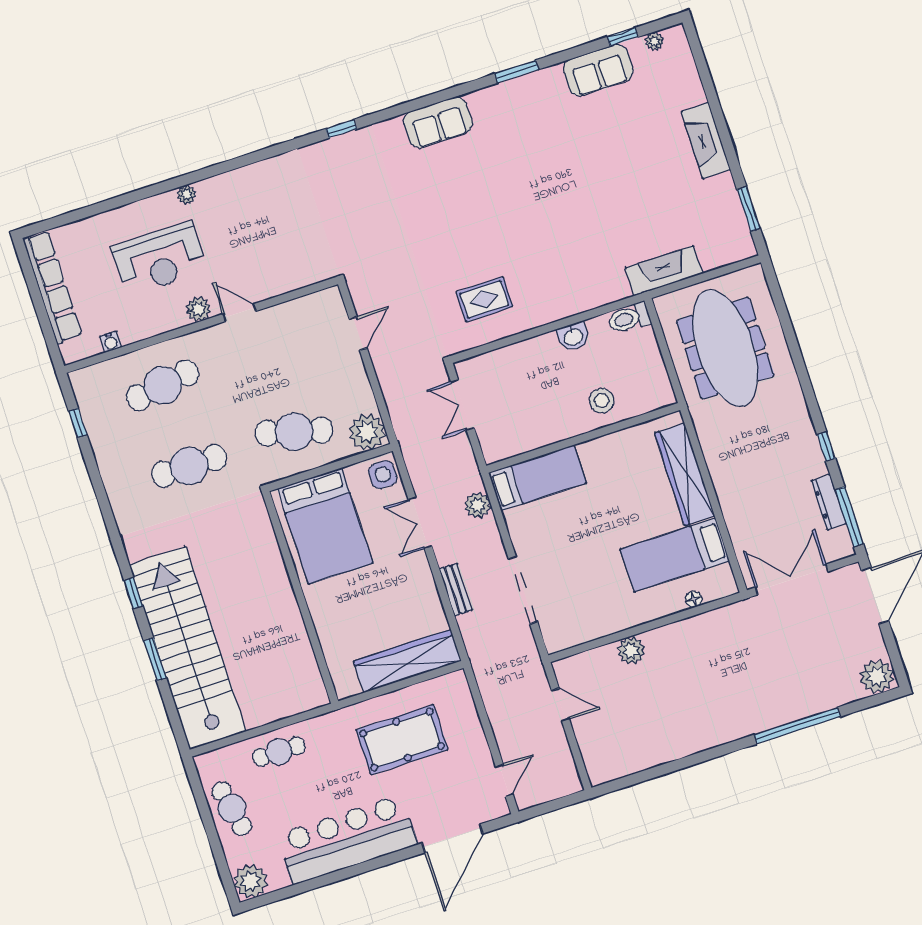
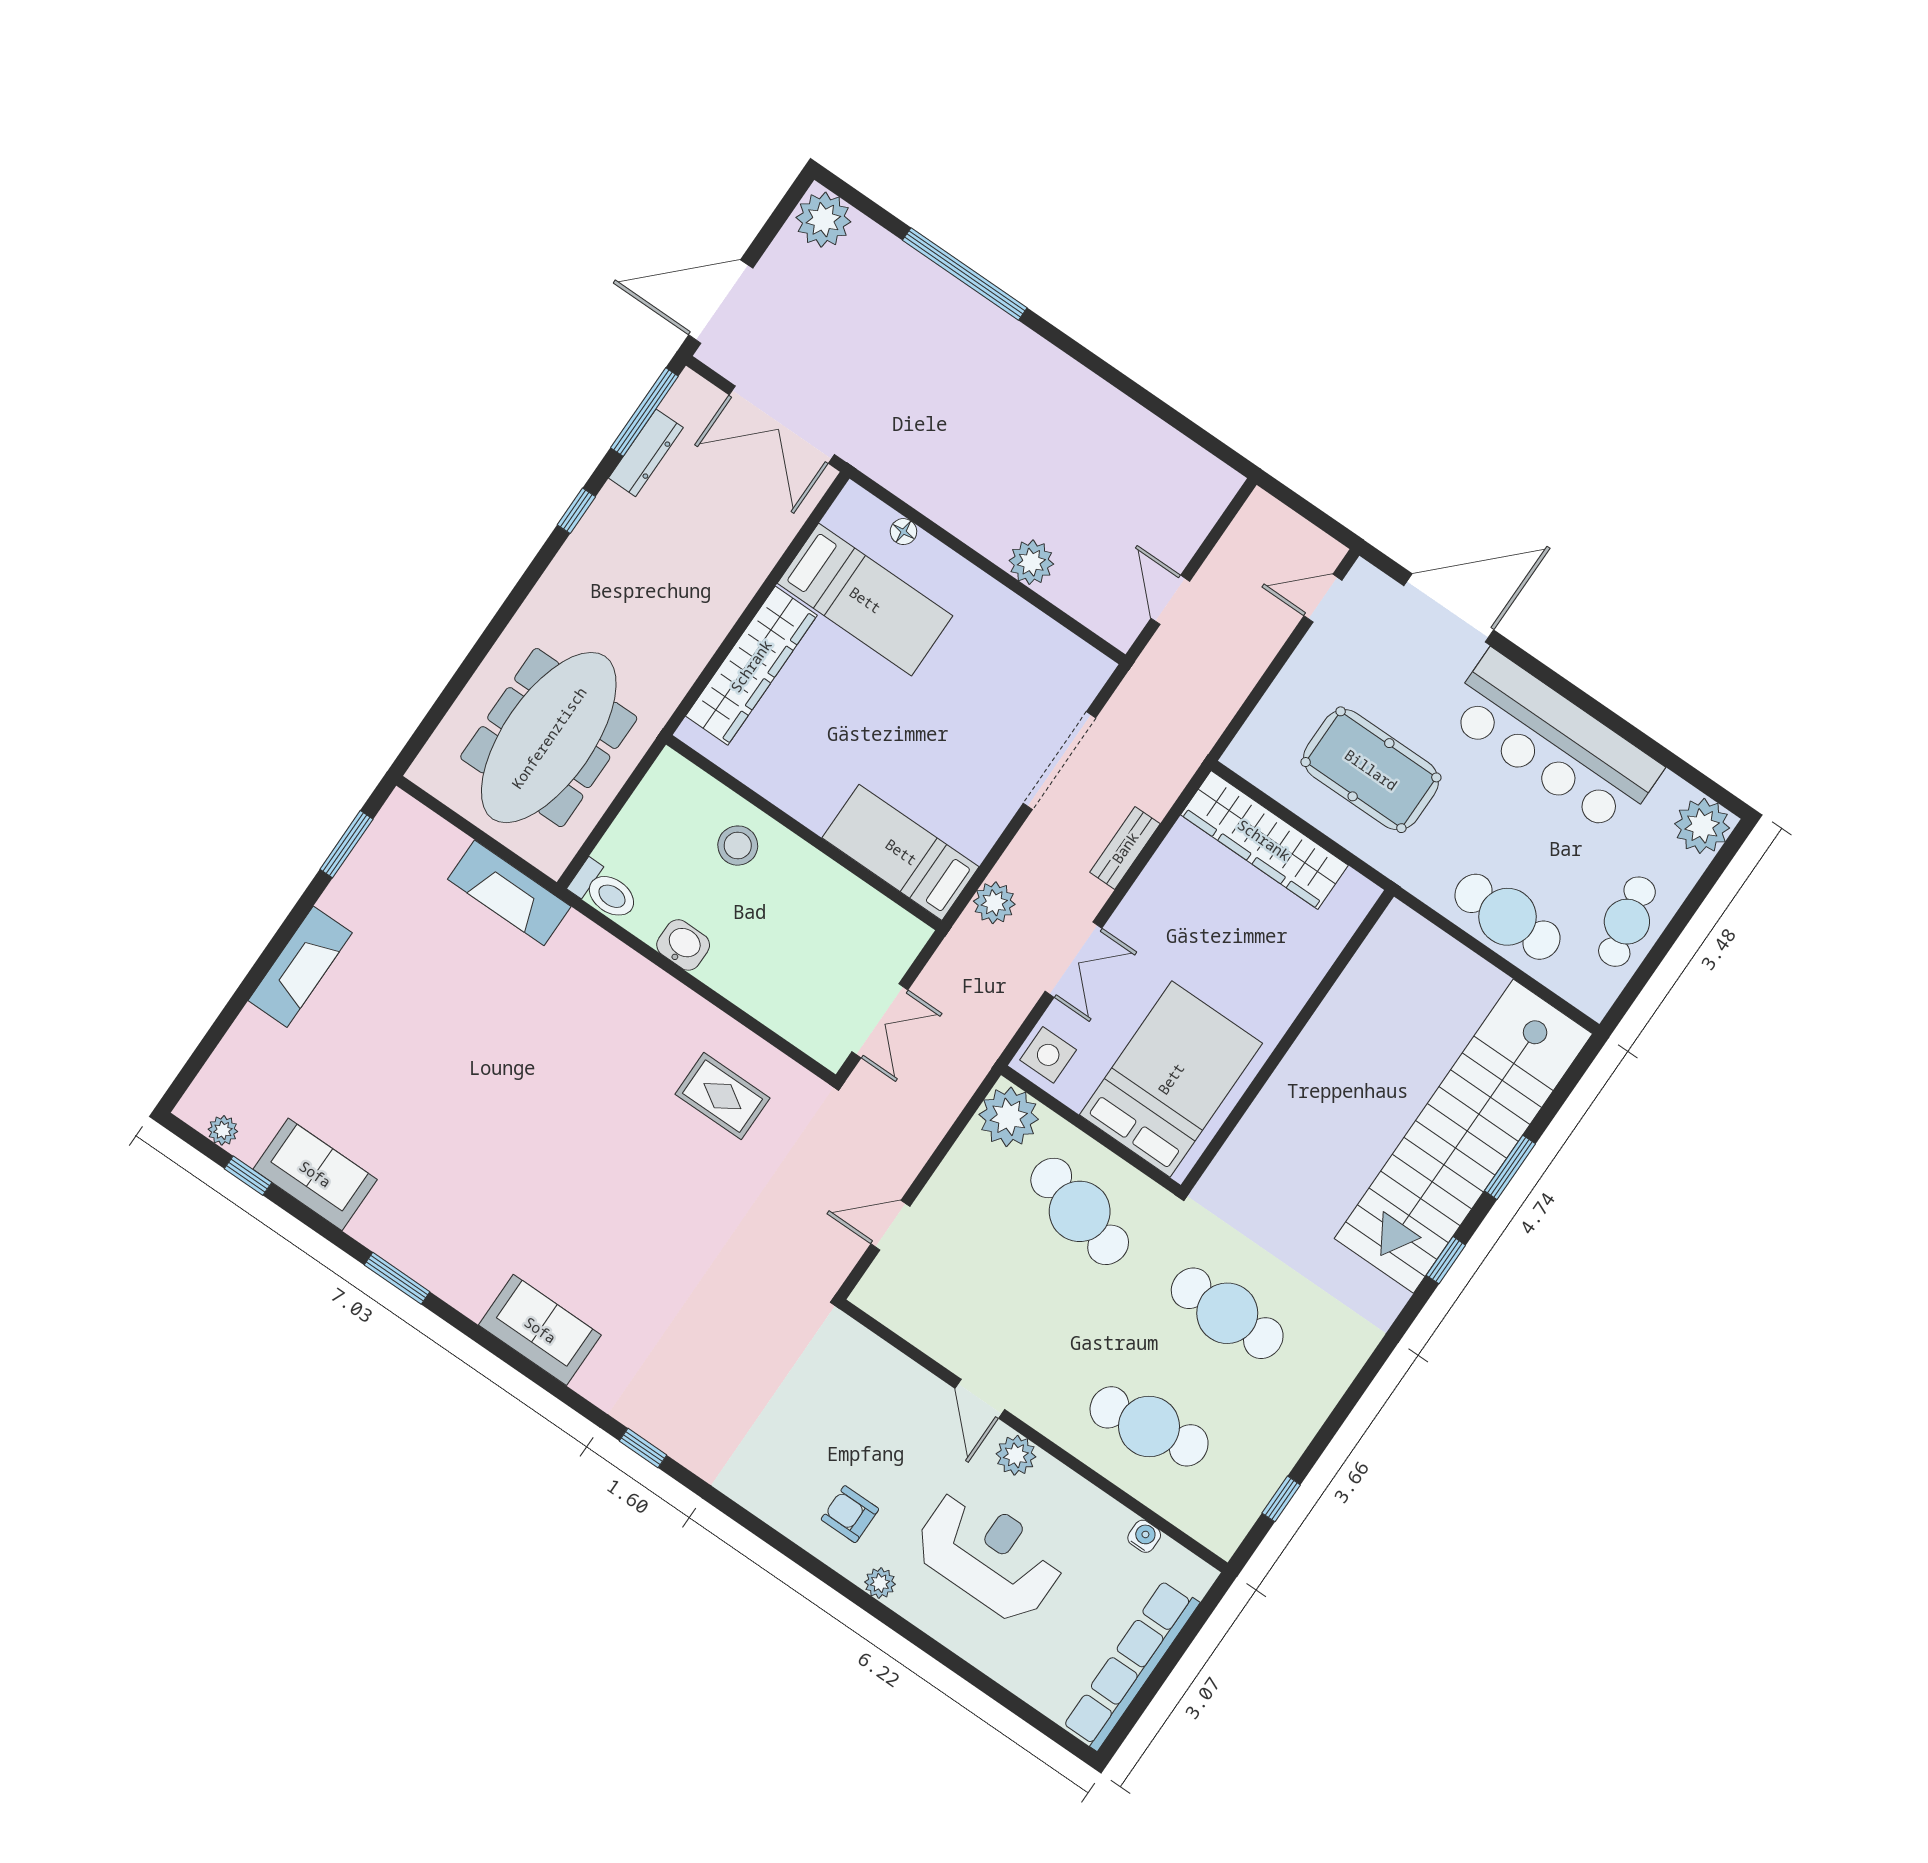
armchair: (231, 206) -> (850, 1514), added
cafe table: (279, 752) -> (1507, 917), width x1.37, depth x1.35

